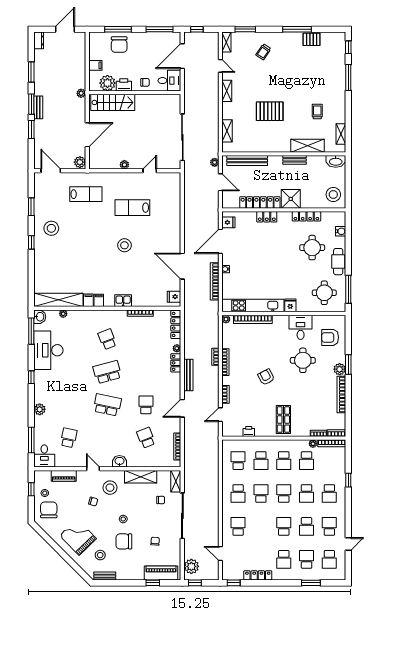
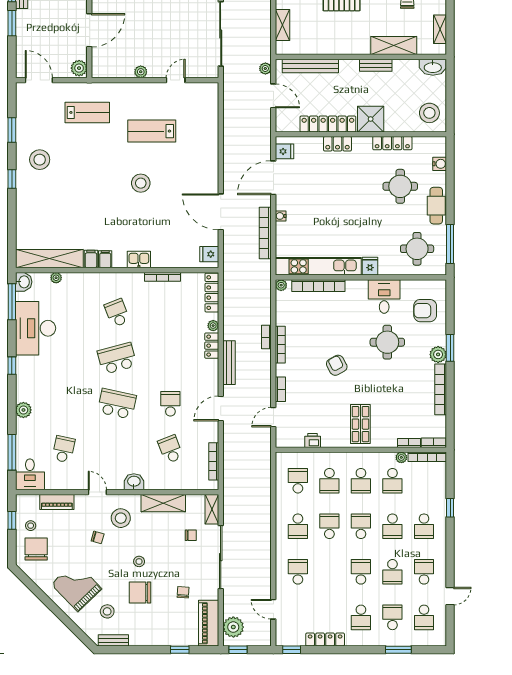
piano: (161, 573) -> (209, 623), moved, turned -90

